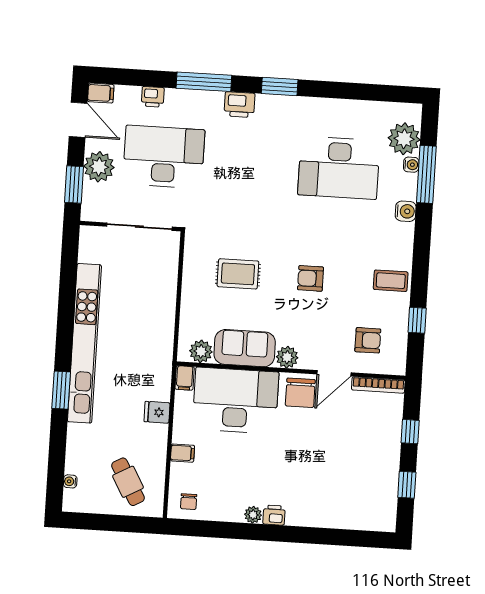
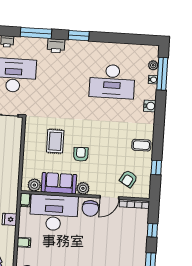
plant: (404, 139) -> (153, 65), width x0.53, depth x0.53
window: (426, 174) -> (162, 74), moved
rug: (238, 274) -> (55, 141), turned 90
armchair: (311, 278) -> (81, 154), moved, turned 89
armchair: (368, 340) -> (128, 179), turned 121

